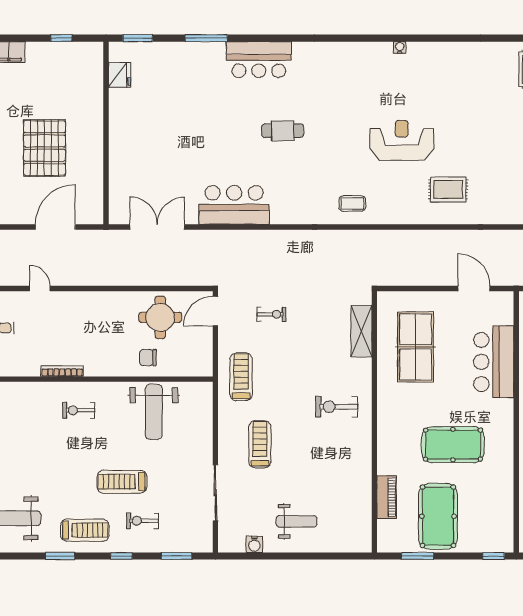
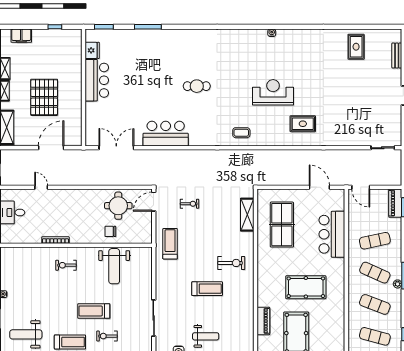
bar counter: (259, 60) -> (97, 80), moved, turned -90
exercise bike: (337, 407) -> (231, 263), turned 180
treadmill: (260, 444) -> (207, 289), moved, turned 90

